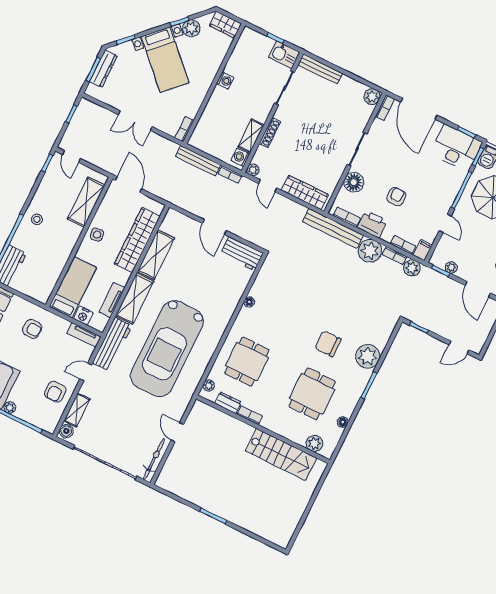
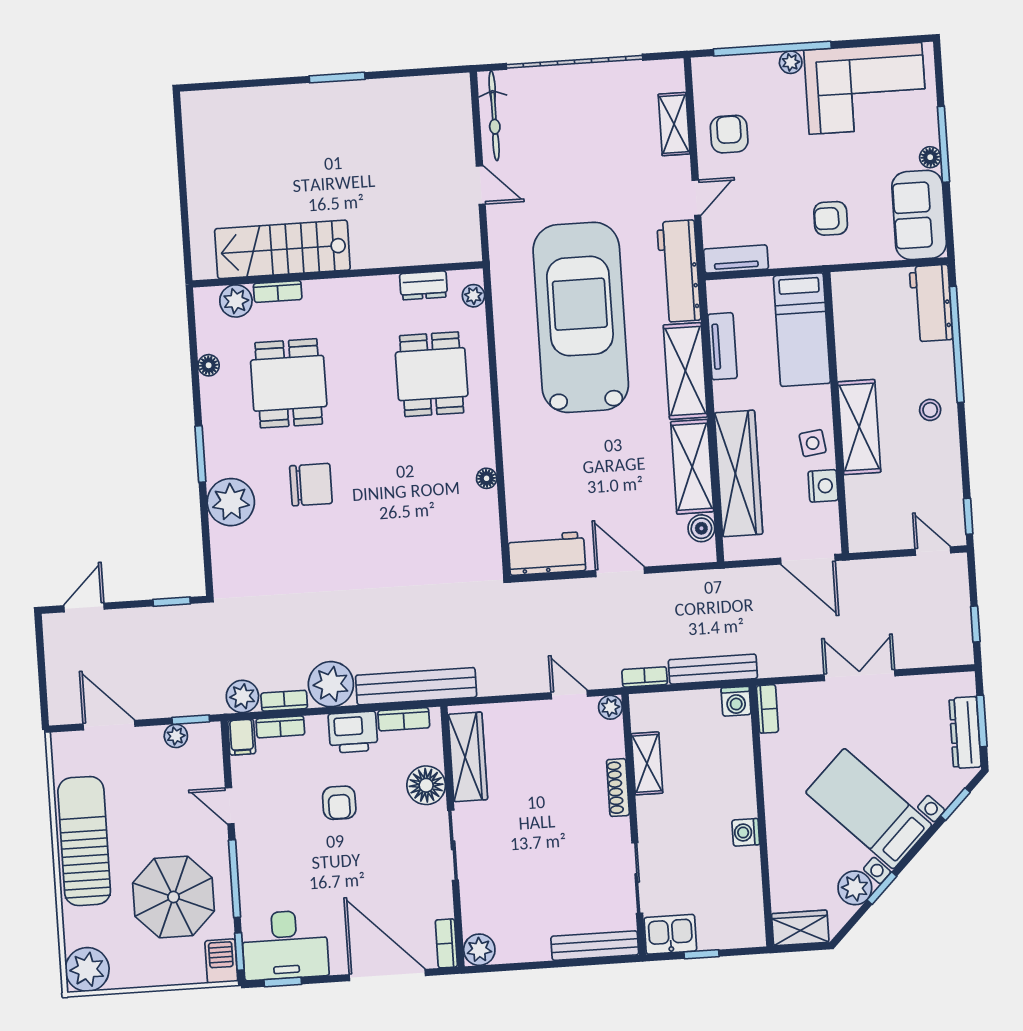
washing machine: (240, 157) -> (736, 701), moved, turned 90
wardrobe: (305, 192) -> (468, 757), moved, turned -90
shelving: (86, 202) -> (859, 427), moved
nightstand: (83, 316) -> (823, 486), moved, turned 90
bookcase: (250, 415) -> (278, 291), moved
boiler: (66, 431) -> (701, 528), moved

